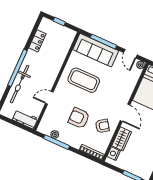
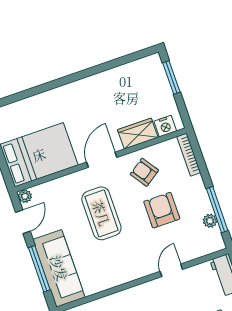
coffee table: (84, 80) -> (101, 213), moved
door: (49, 98) -> (171, 270), swing flipped
armchair: (79, 118) -> (162, 210), turned 180

